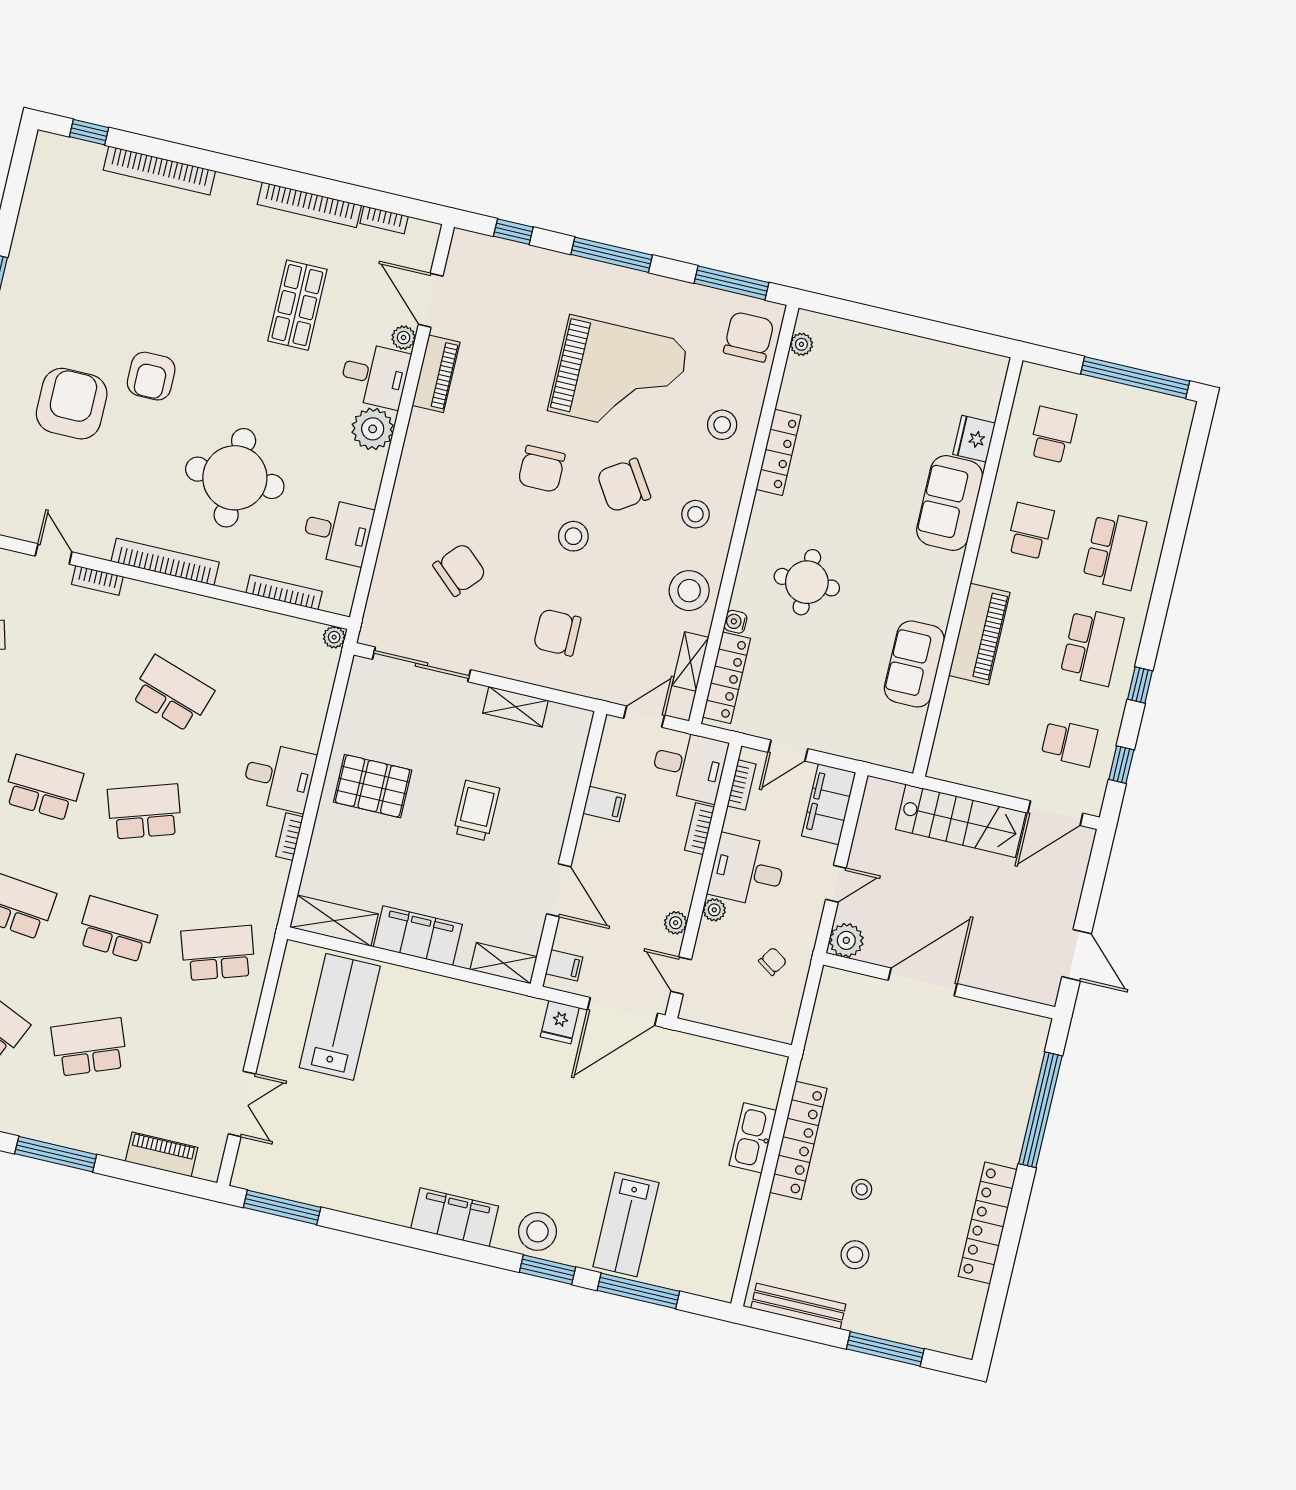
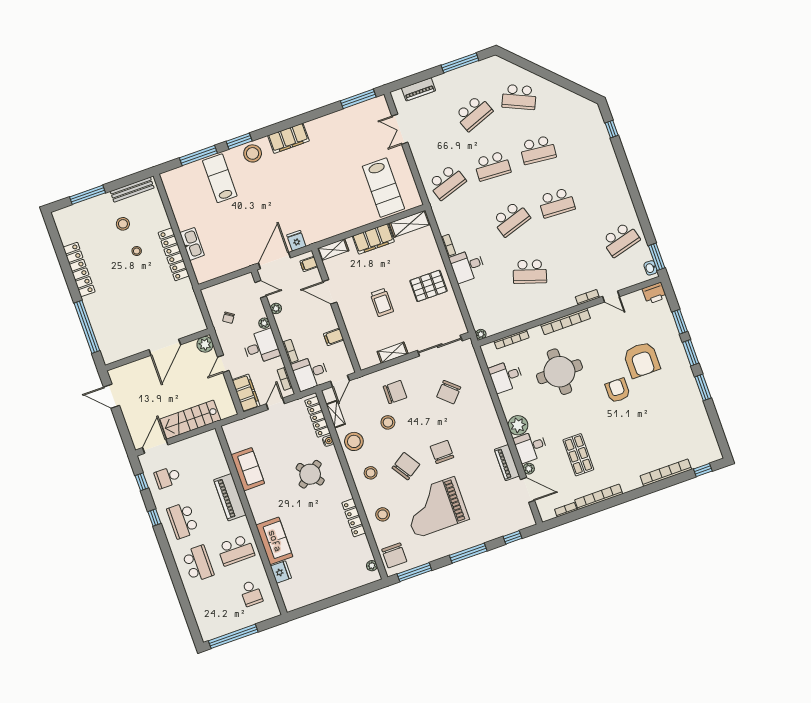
school desk: (1030, 531) -> (236, 550), width x1.85
stool: (573, 536) -> (388, 422), moved
school desk: (1115, 551) -> (198, 564), turned 180
round table: (807, 582) -> (310, 474), turned -36

